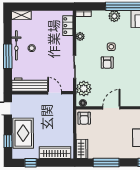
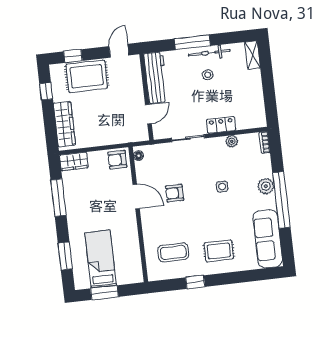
locker: (68, 26) -> (221, 125), moved
armchair: (107, 63) -> (175, 193), moved
plant: (84, 89) -> (159, 154), removed

